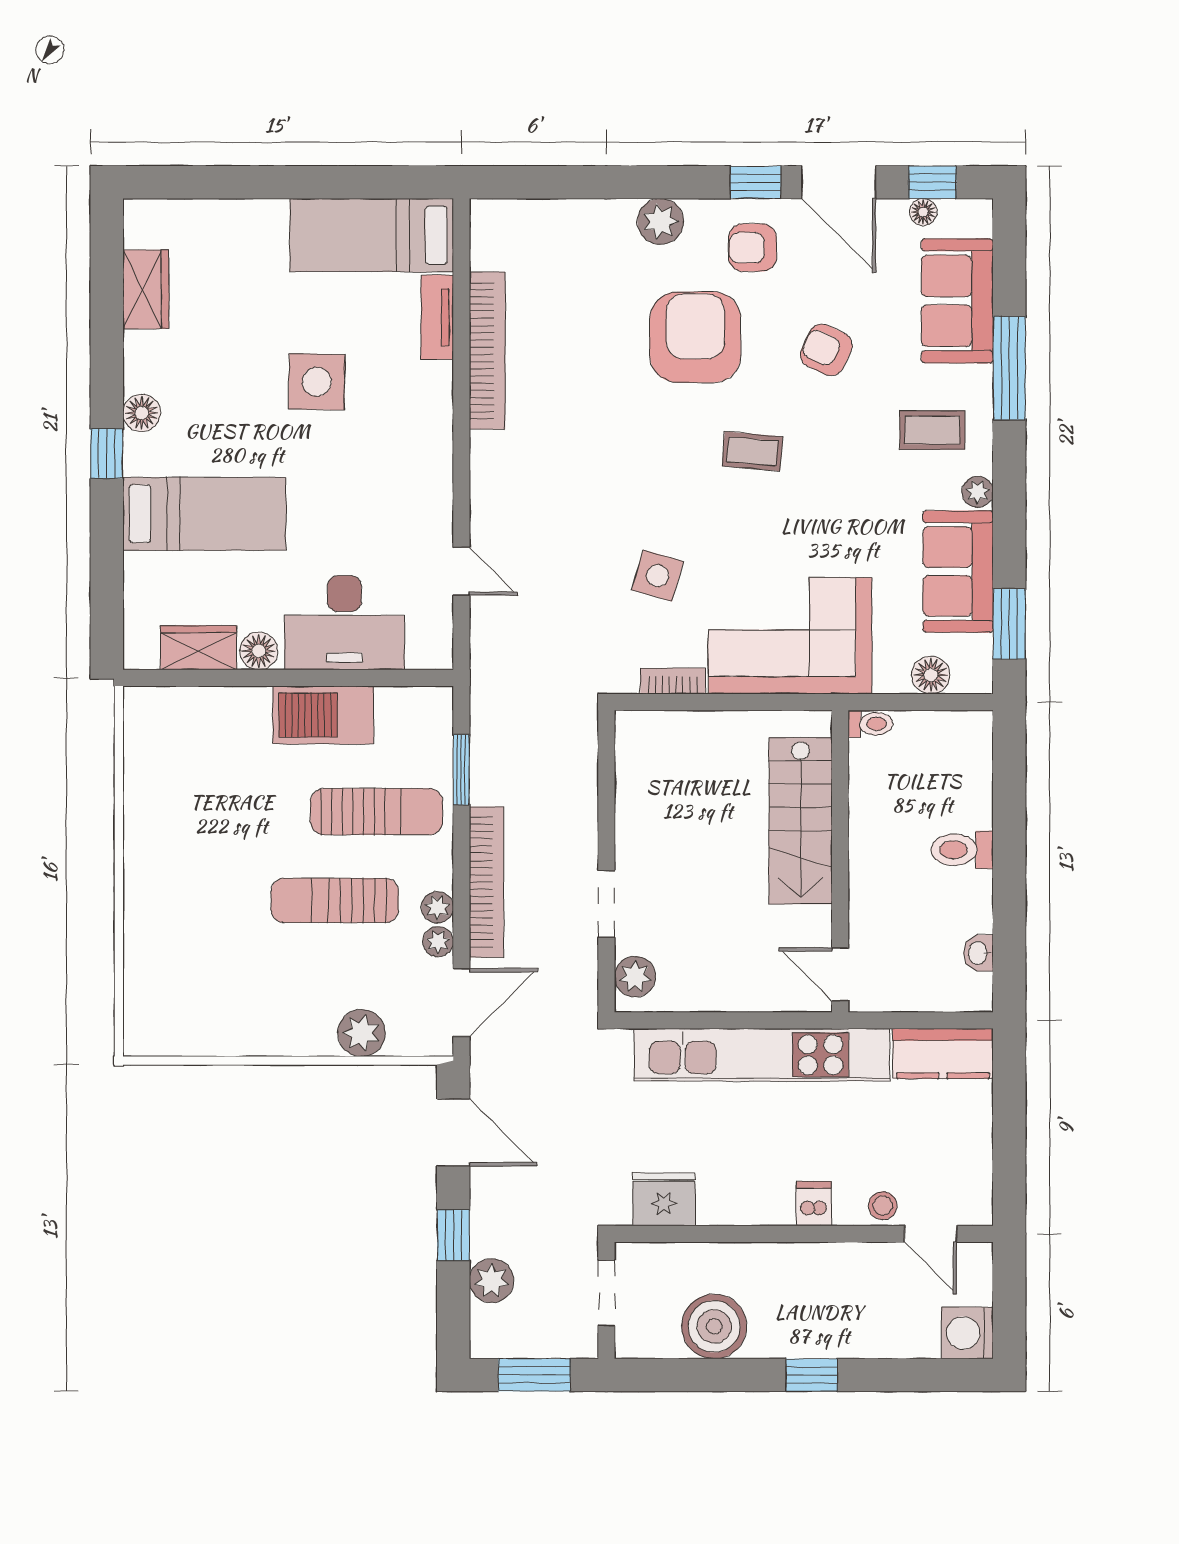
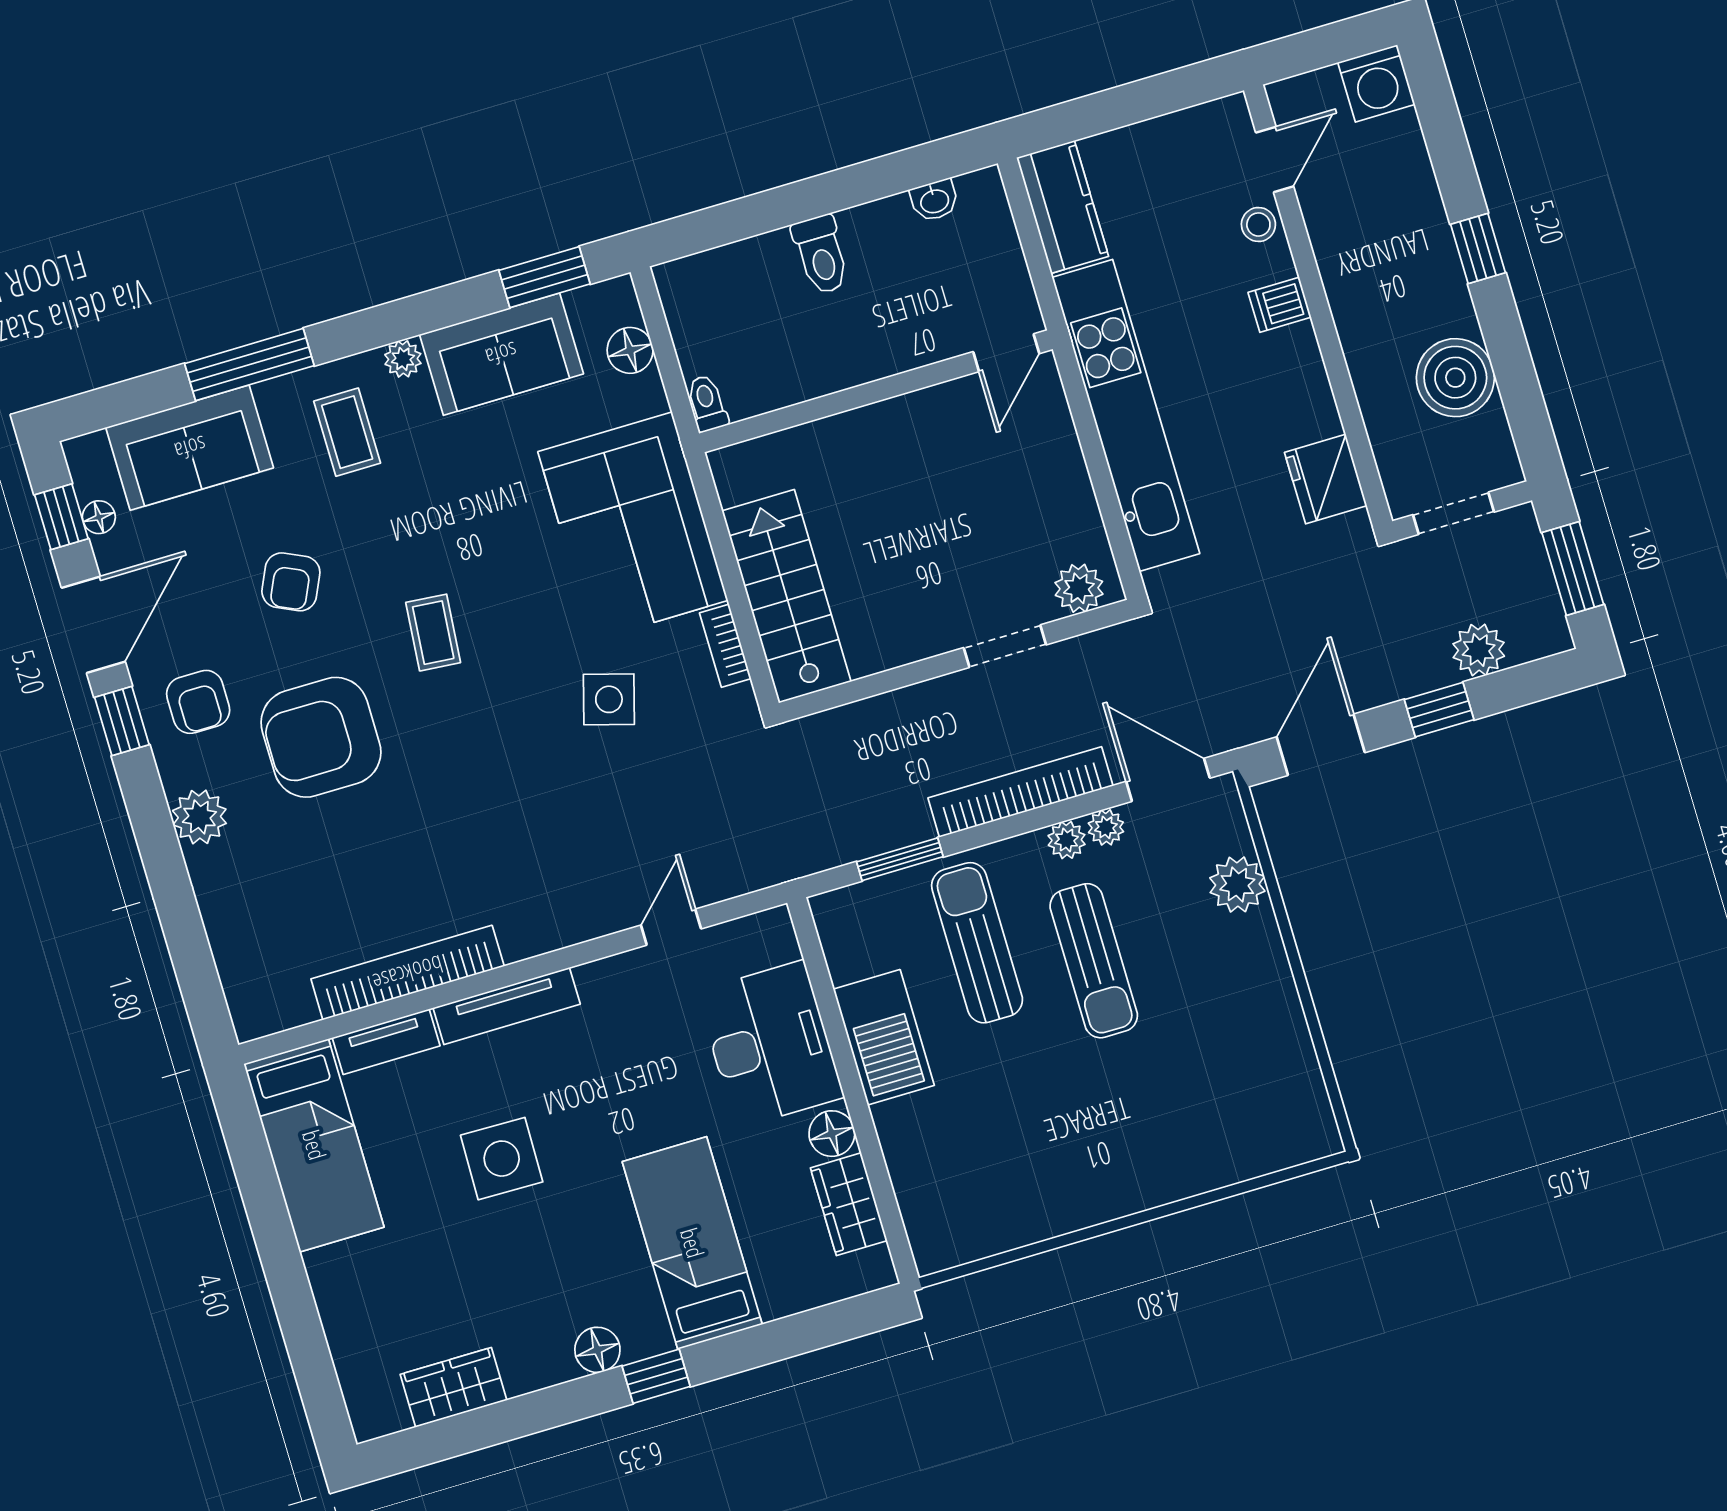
tv unit: (437, 422) -> (507, 1006), added
stairs: (801, 821) -> (786, 596), moved, turned -90

